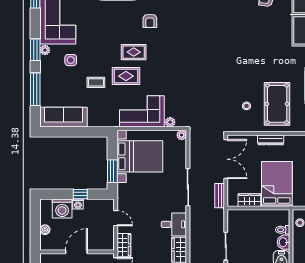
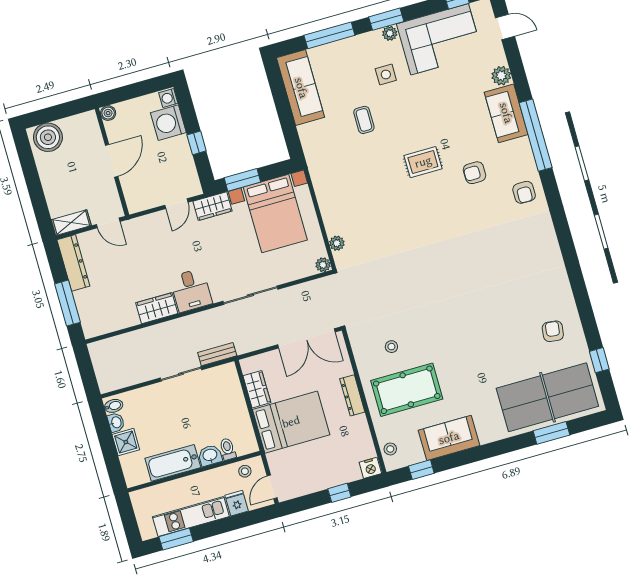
rug: (134, 52) -> (423, 162), turned 90
rug: (126, 76) -> (385, 161), removed
corner sofa: (142, 111) -> (341, 198), removed
bench: (220, 196) -> (217, 354), moved
washing machine: (78, 204) -> (168, 98), moved
boiler: (45, 230) -> (108, 113), moved
wardrobe: (124, 245) -> (213, 206), moved
door: (76, 252) -> (112, 161), hinge flipped

